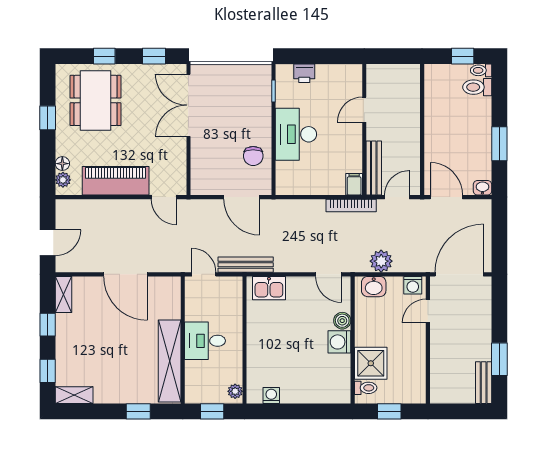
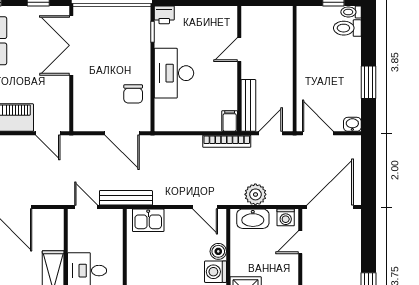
printer: (304, 73) -> (164, 15), moved
washbasin: (374, 287) -> (253, 219), width x1.38

